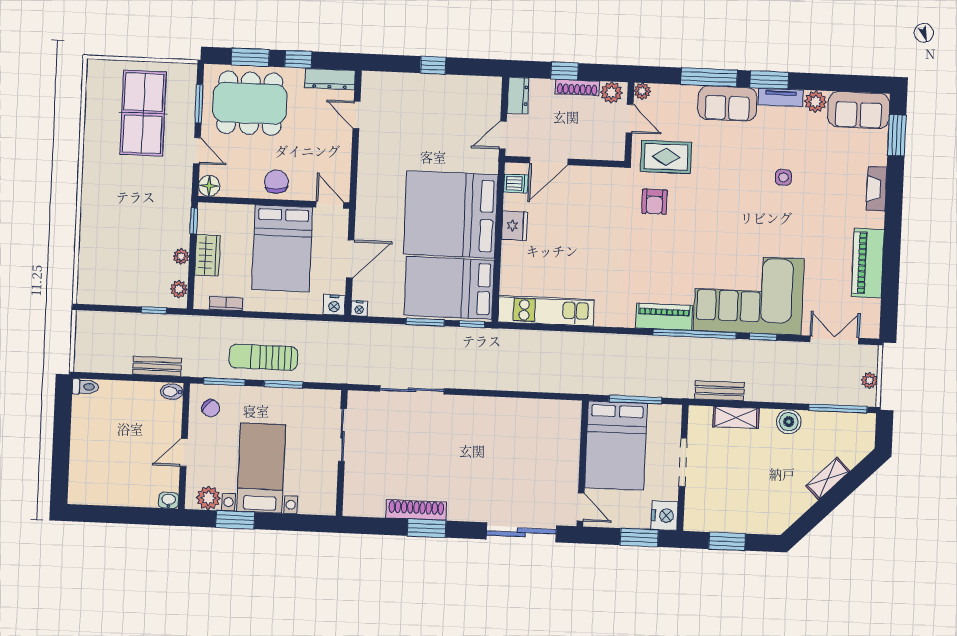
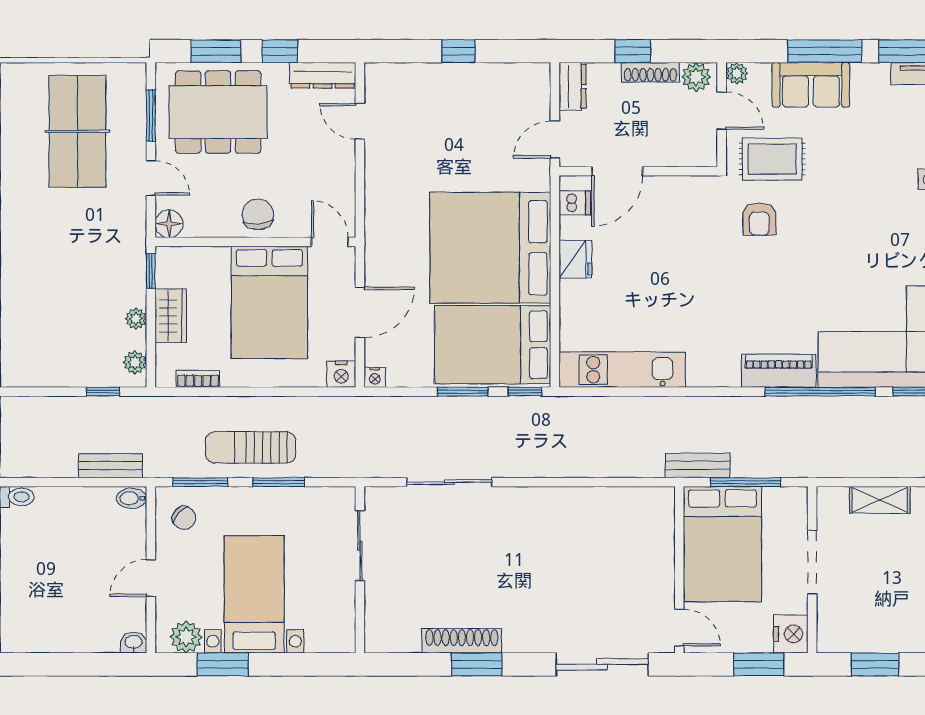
sofa: (727, 103) -> (811, 85), moved
bench: (719, 391) -> (698, 465), moved

